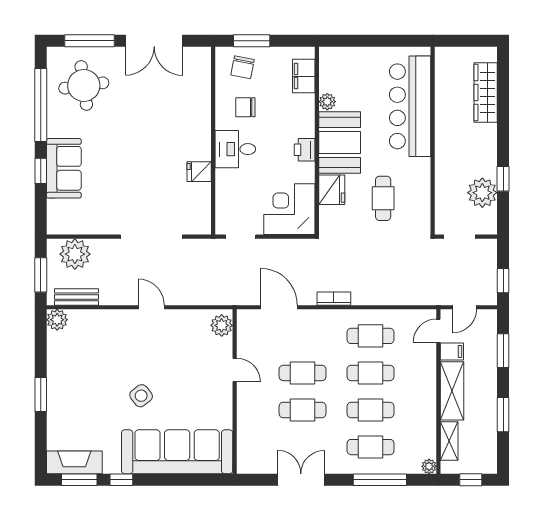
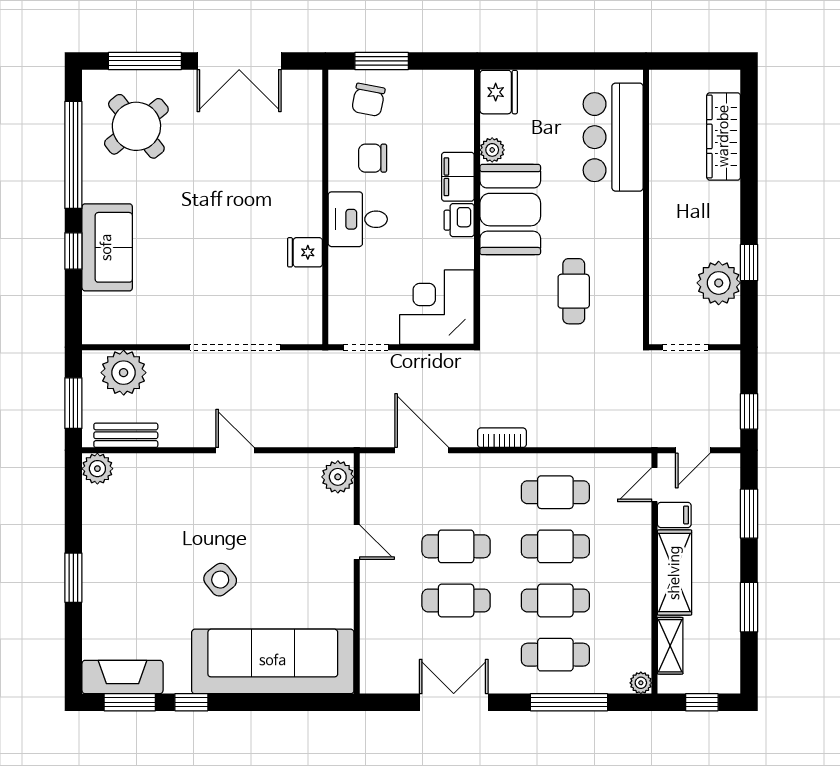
filing cabinet: (304, 76) -> (458, 177), moved
round table: (84, 85) -> (136, 126), turned -31
bar counter: (410, 106) -> (613, 137), width x0.73
fridge: (332, 190) -> (499, 92), moved

